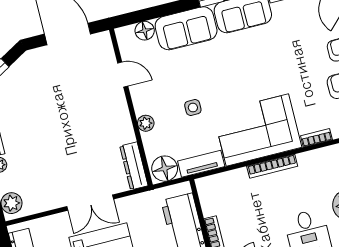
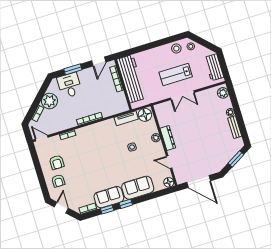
floor lamp: (145, 31) -> (169, 182), moved
corner sofa: (257, 130) -> (98, 137), removed
dresser: (134, 166) -> (168, 138), moved
double door: (90, 203) -> (182, 95), swing flipped

